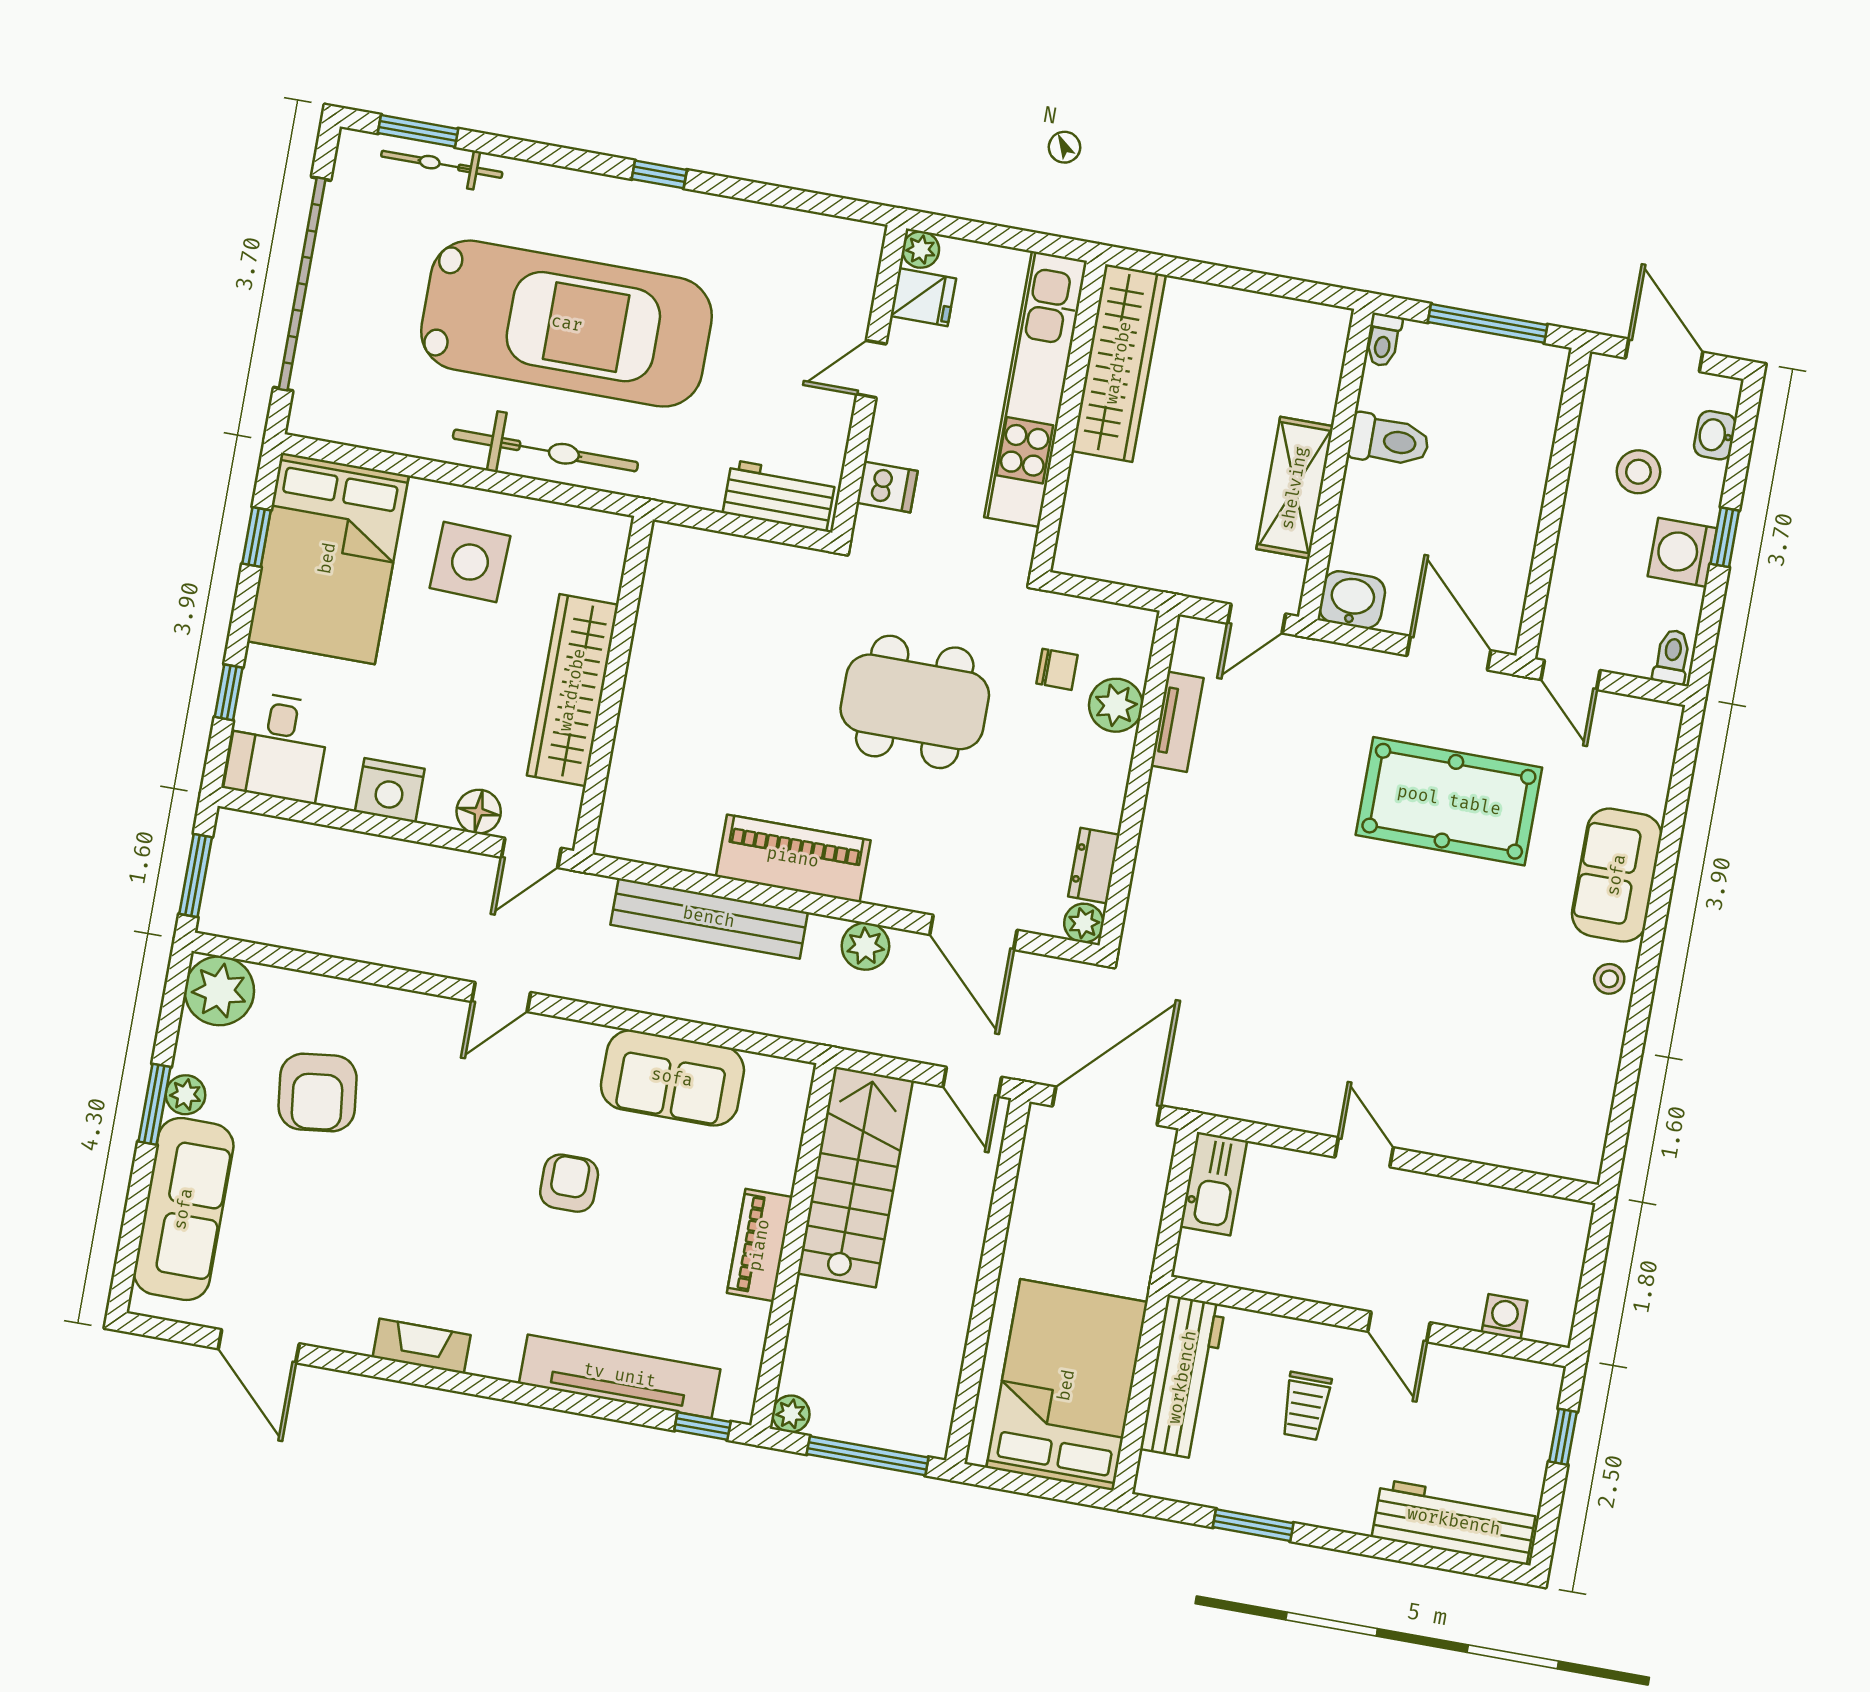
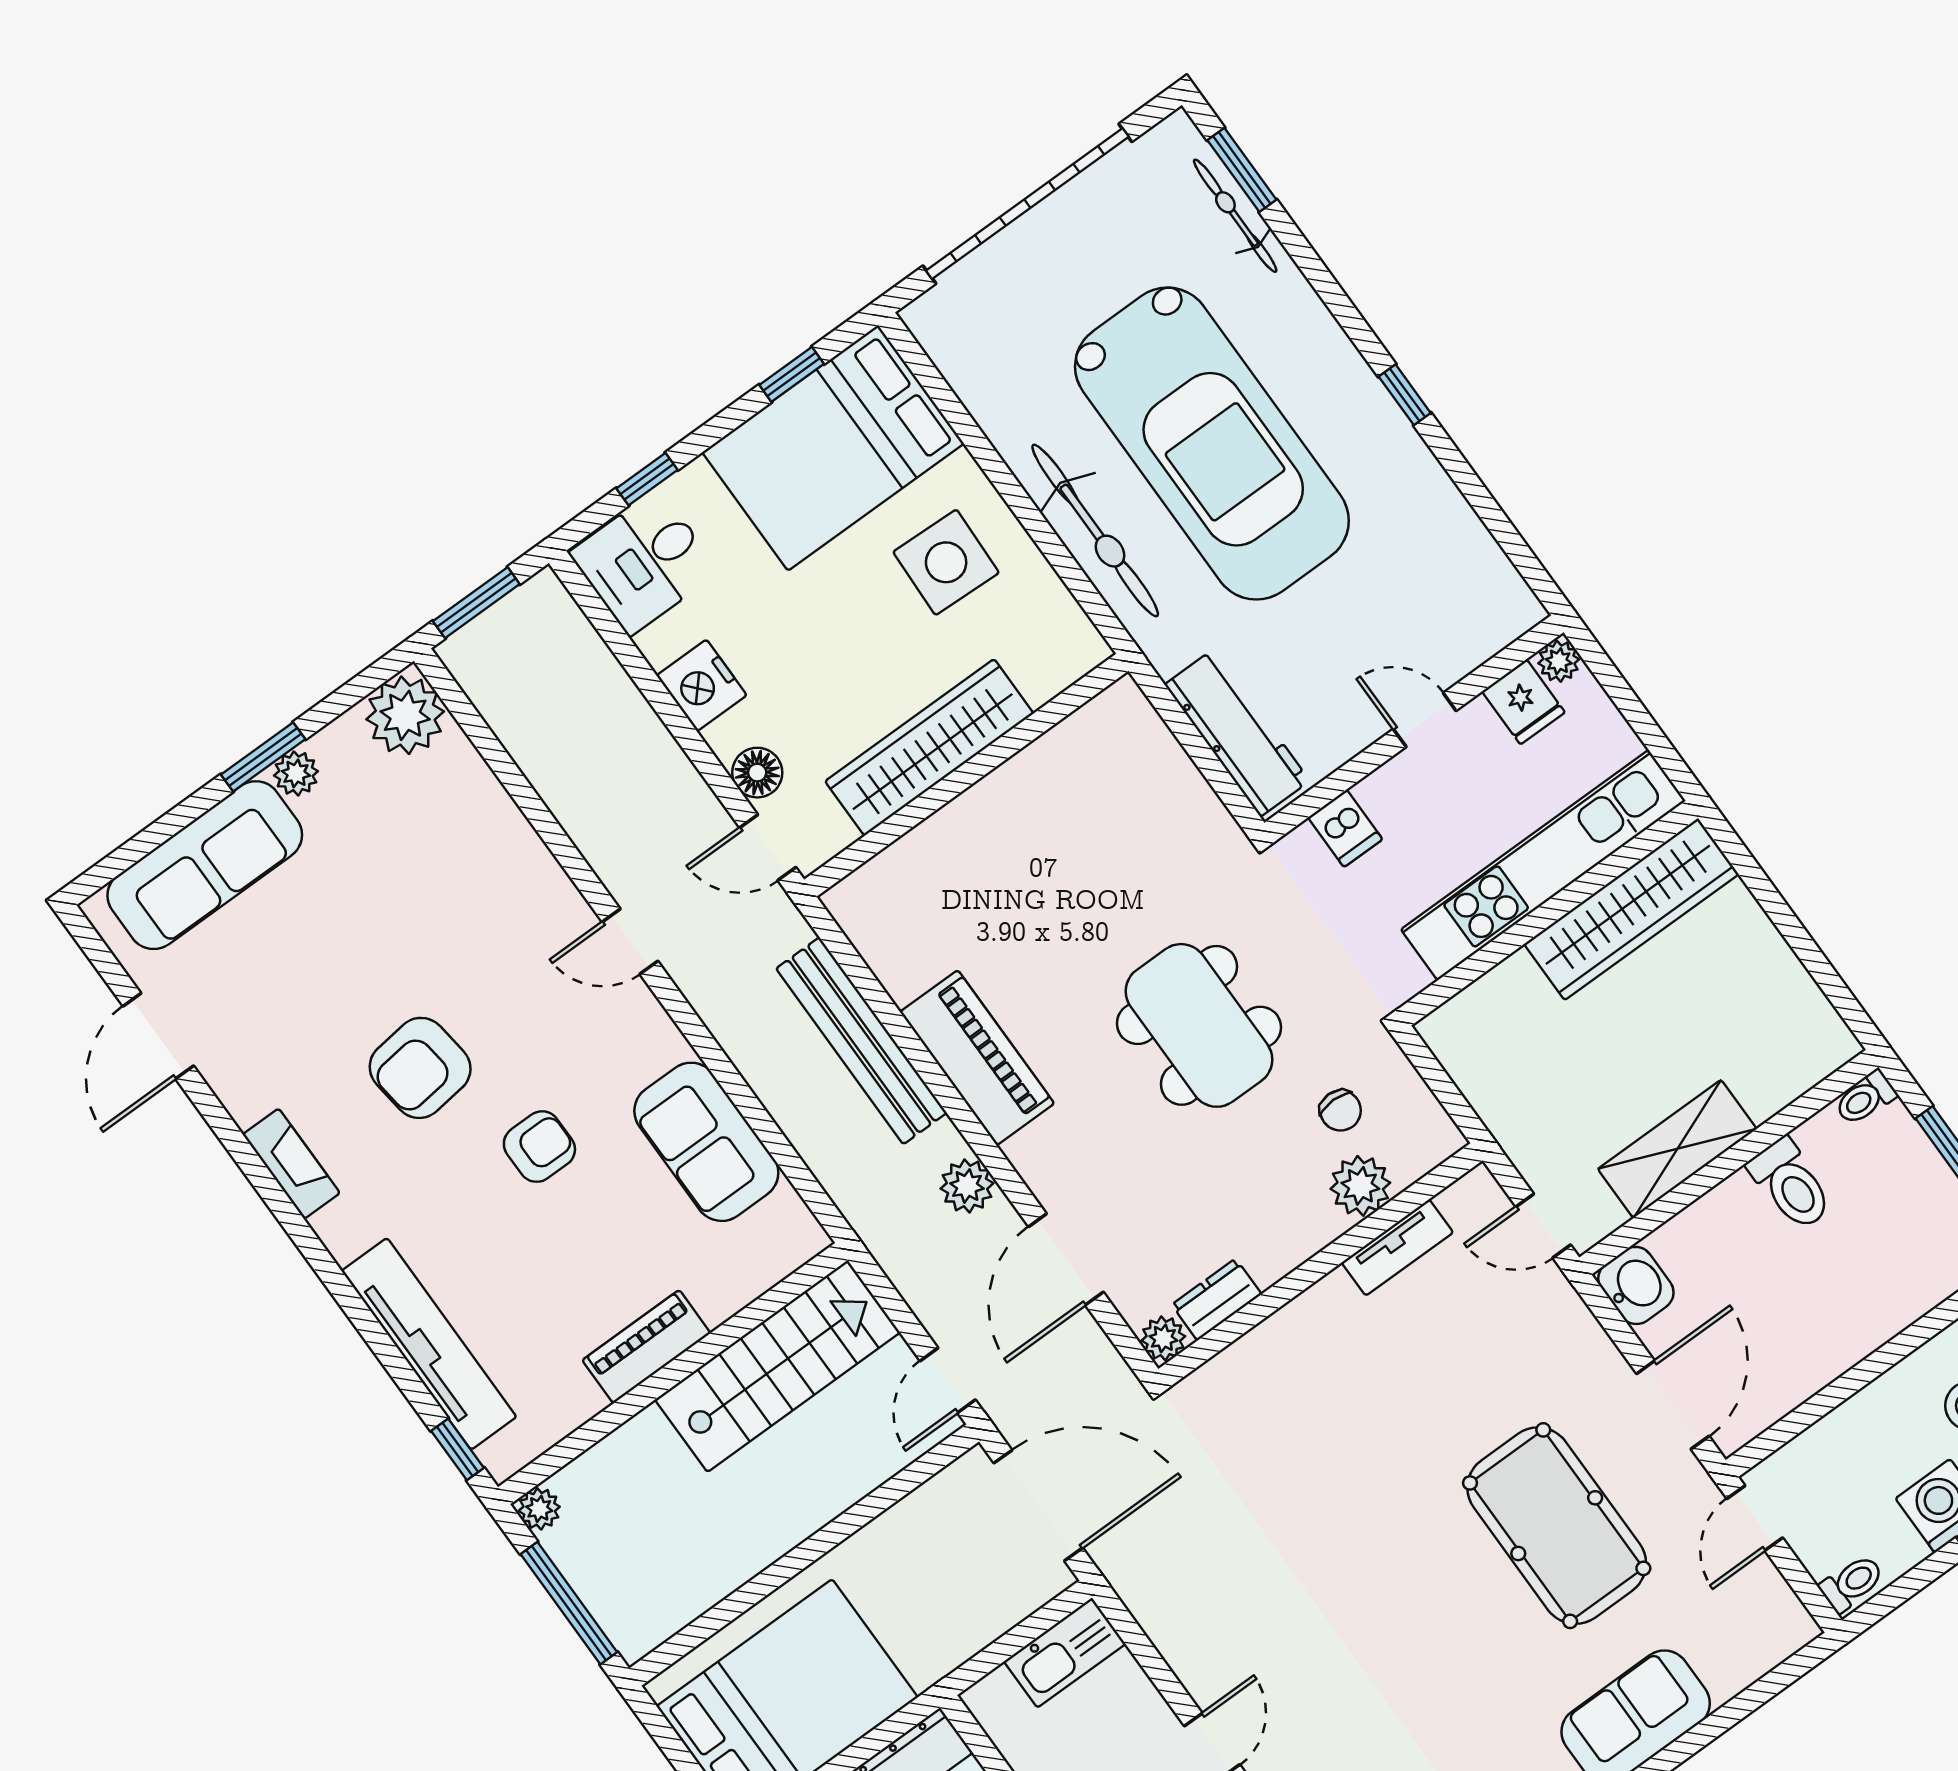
workbench: (779, 496) -> (1237, 733), width x1.38
armchair: (318, 1092) -> (420, 1068), moved

